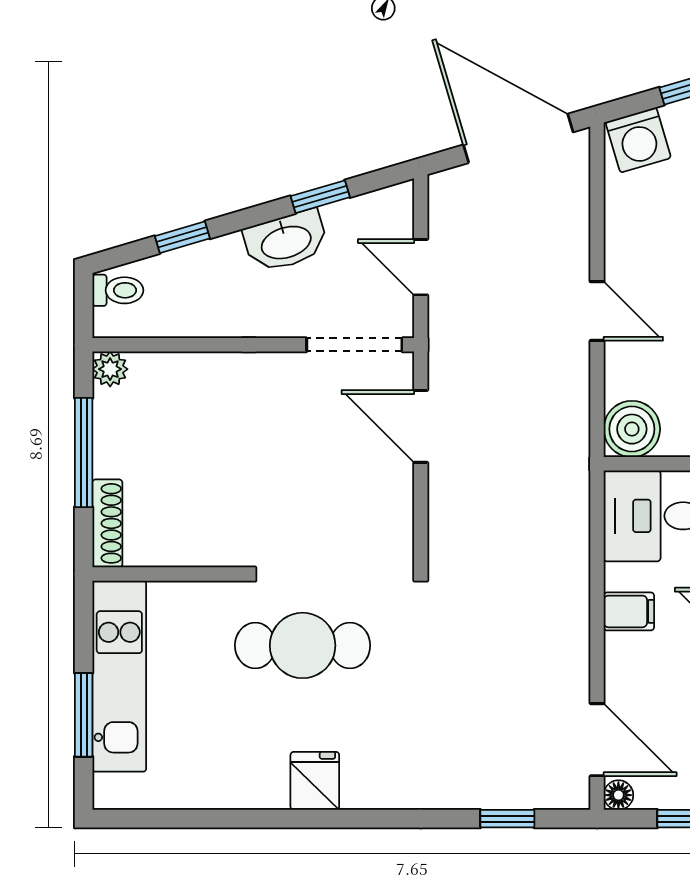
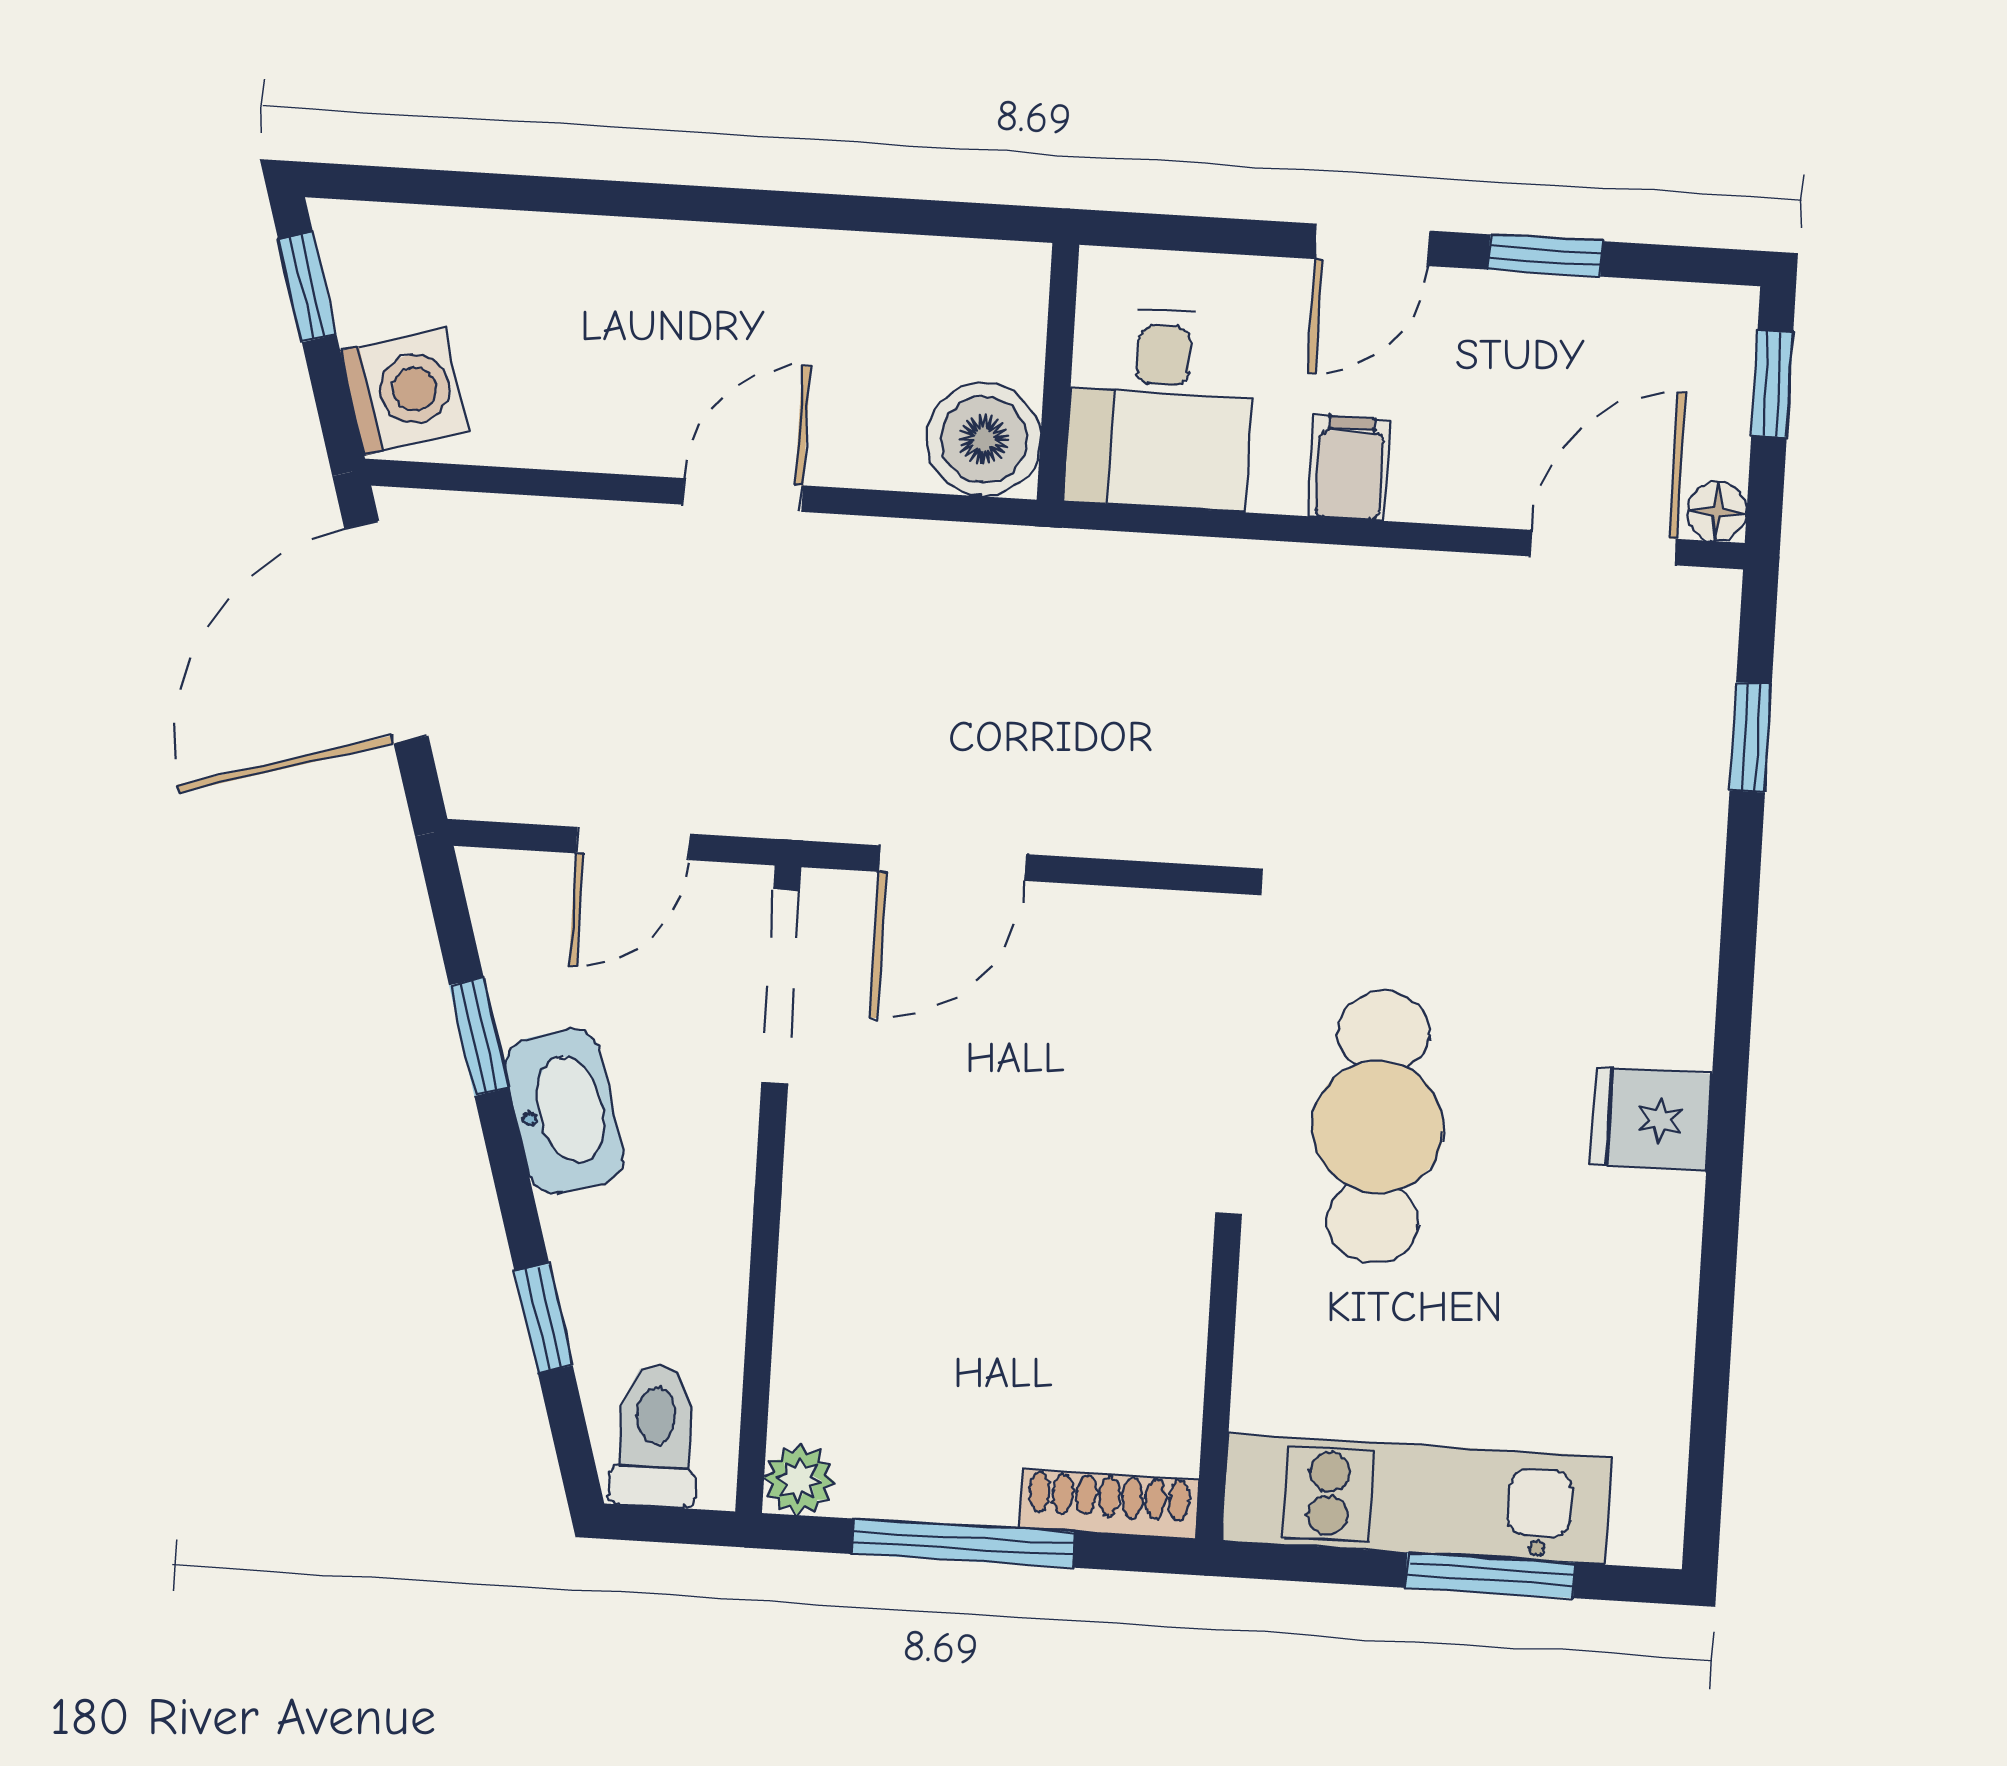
toilet: (118, 290) -> (655, 1435), width x1.37, depth x1.39

